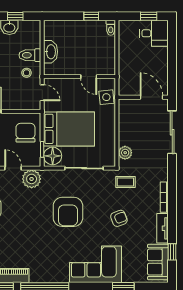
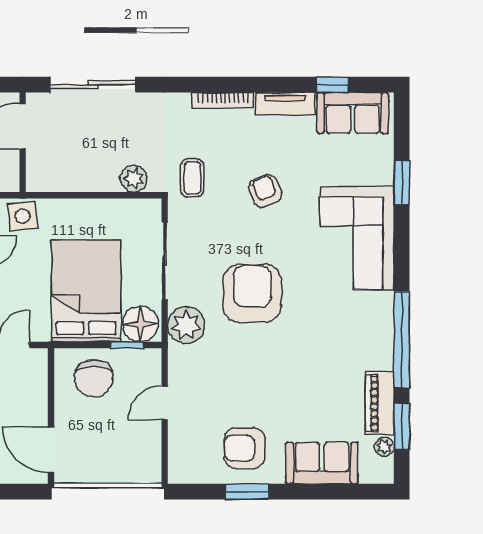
chair: (25, 133) -> (94, 378), turned -90
plant: (32, 179) -> (186, 325), moved
armchair: (68, 212) -> (252, 293), turned -90

